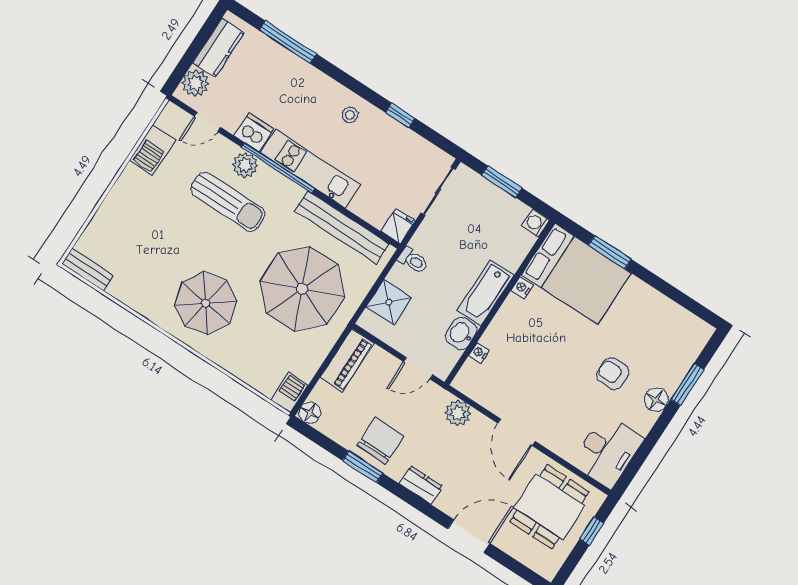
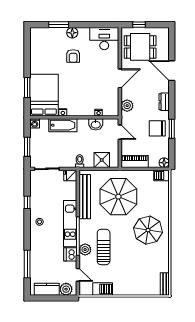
bathtub: (485, 293) -> (63, 125), moved

